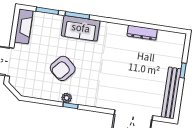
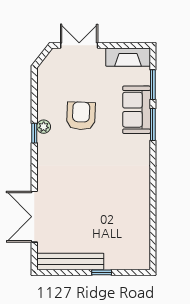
sofa: (81, 28) -> (137, 110), moved
dresser: (142, 33) -> (143, 212), removed
armchair: (63, 68) -> (81, 116), turned 51

